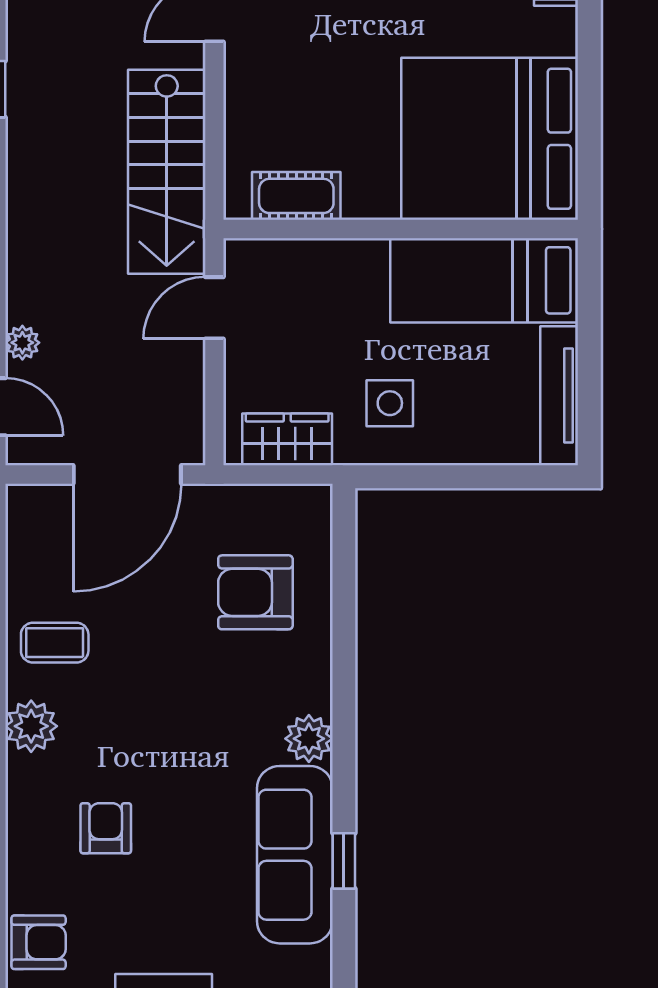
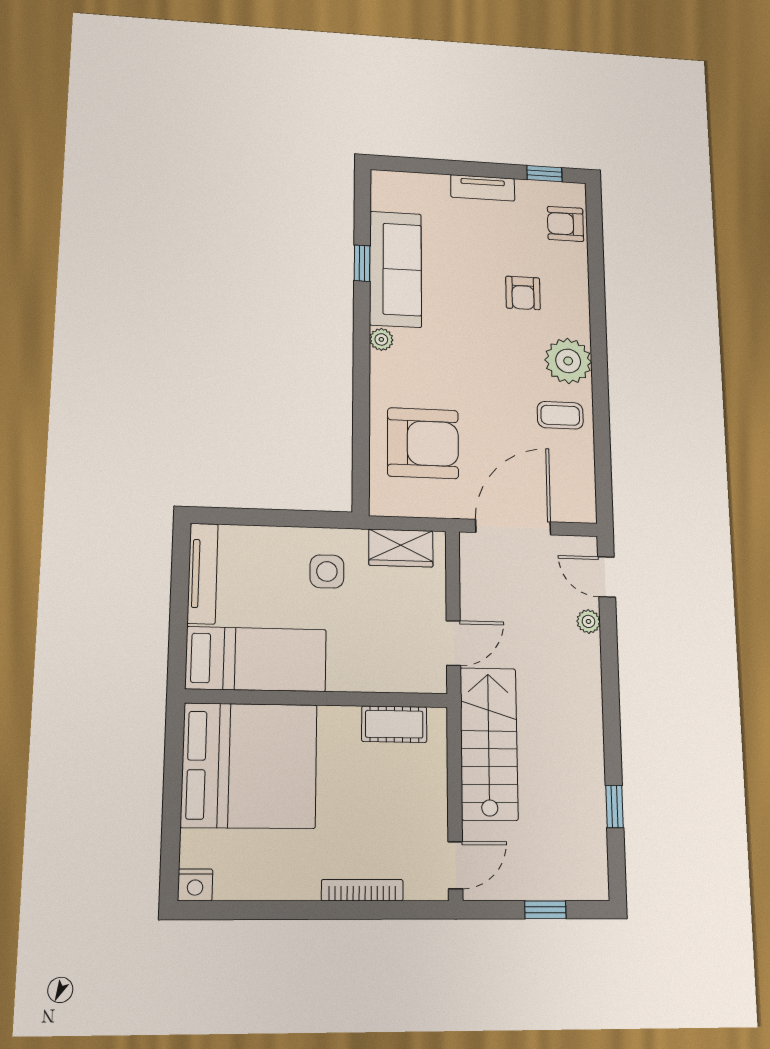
armchair: (255, 592) -> (423, 443), width x1.36, depth x1.36
plant: (31, 726) -> (568, 361), width x1.36, depth x1.36
plant: (309, 739) -> (381, 339), width x0.73, depth x0.73

